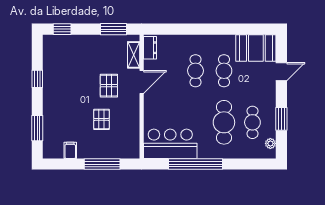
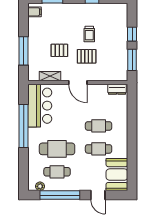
window: (62, 29) -> (132, 34), moved
shelving: (134, 55) -> (50, 76), moved
trolley: (81, 82) -> (89, 34), added
door: (142, 82) -> (78, 83), moved
window: (281, 119) -> (60, 195), width x2.11
filing cabinet: (70, 150) -> (35, 12), moved

